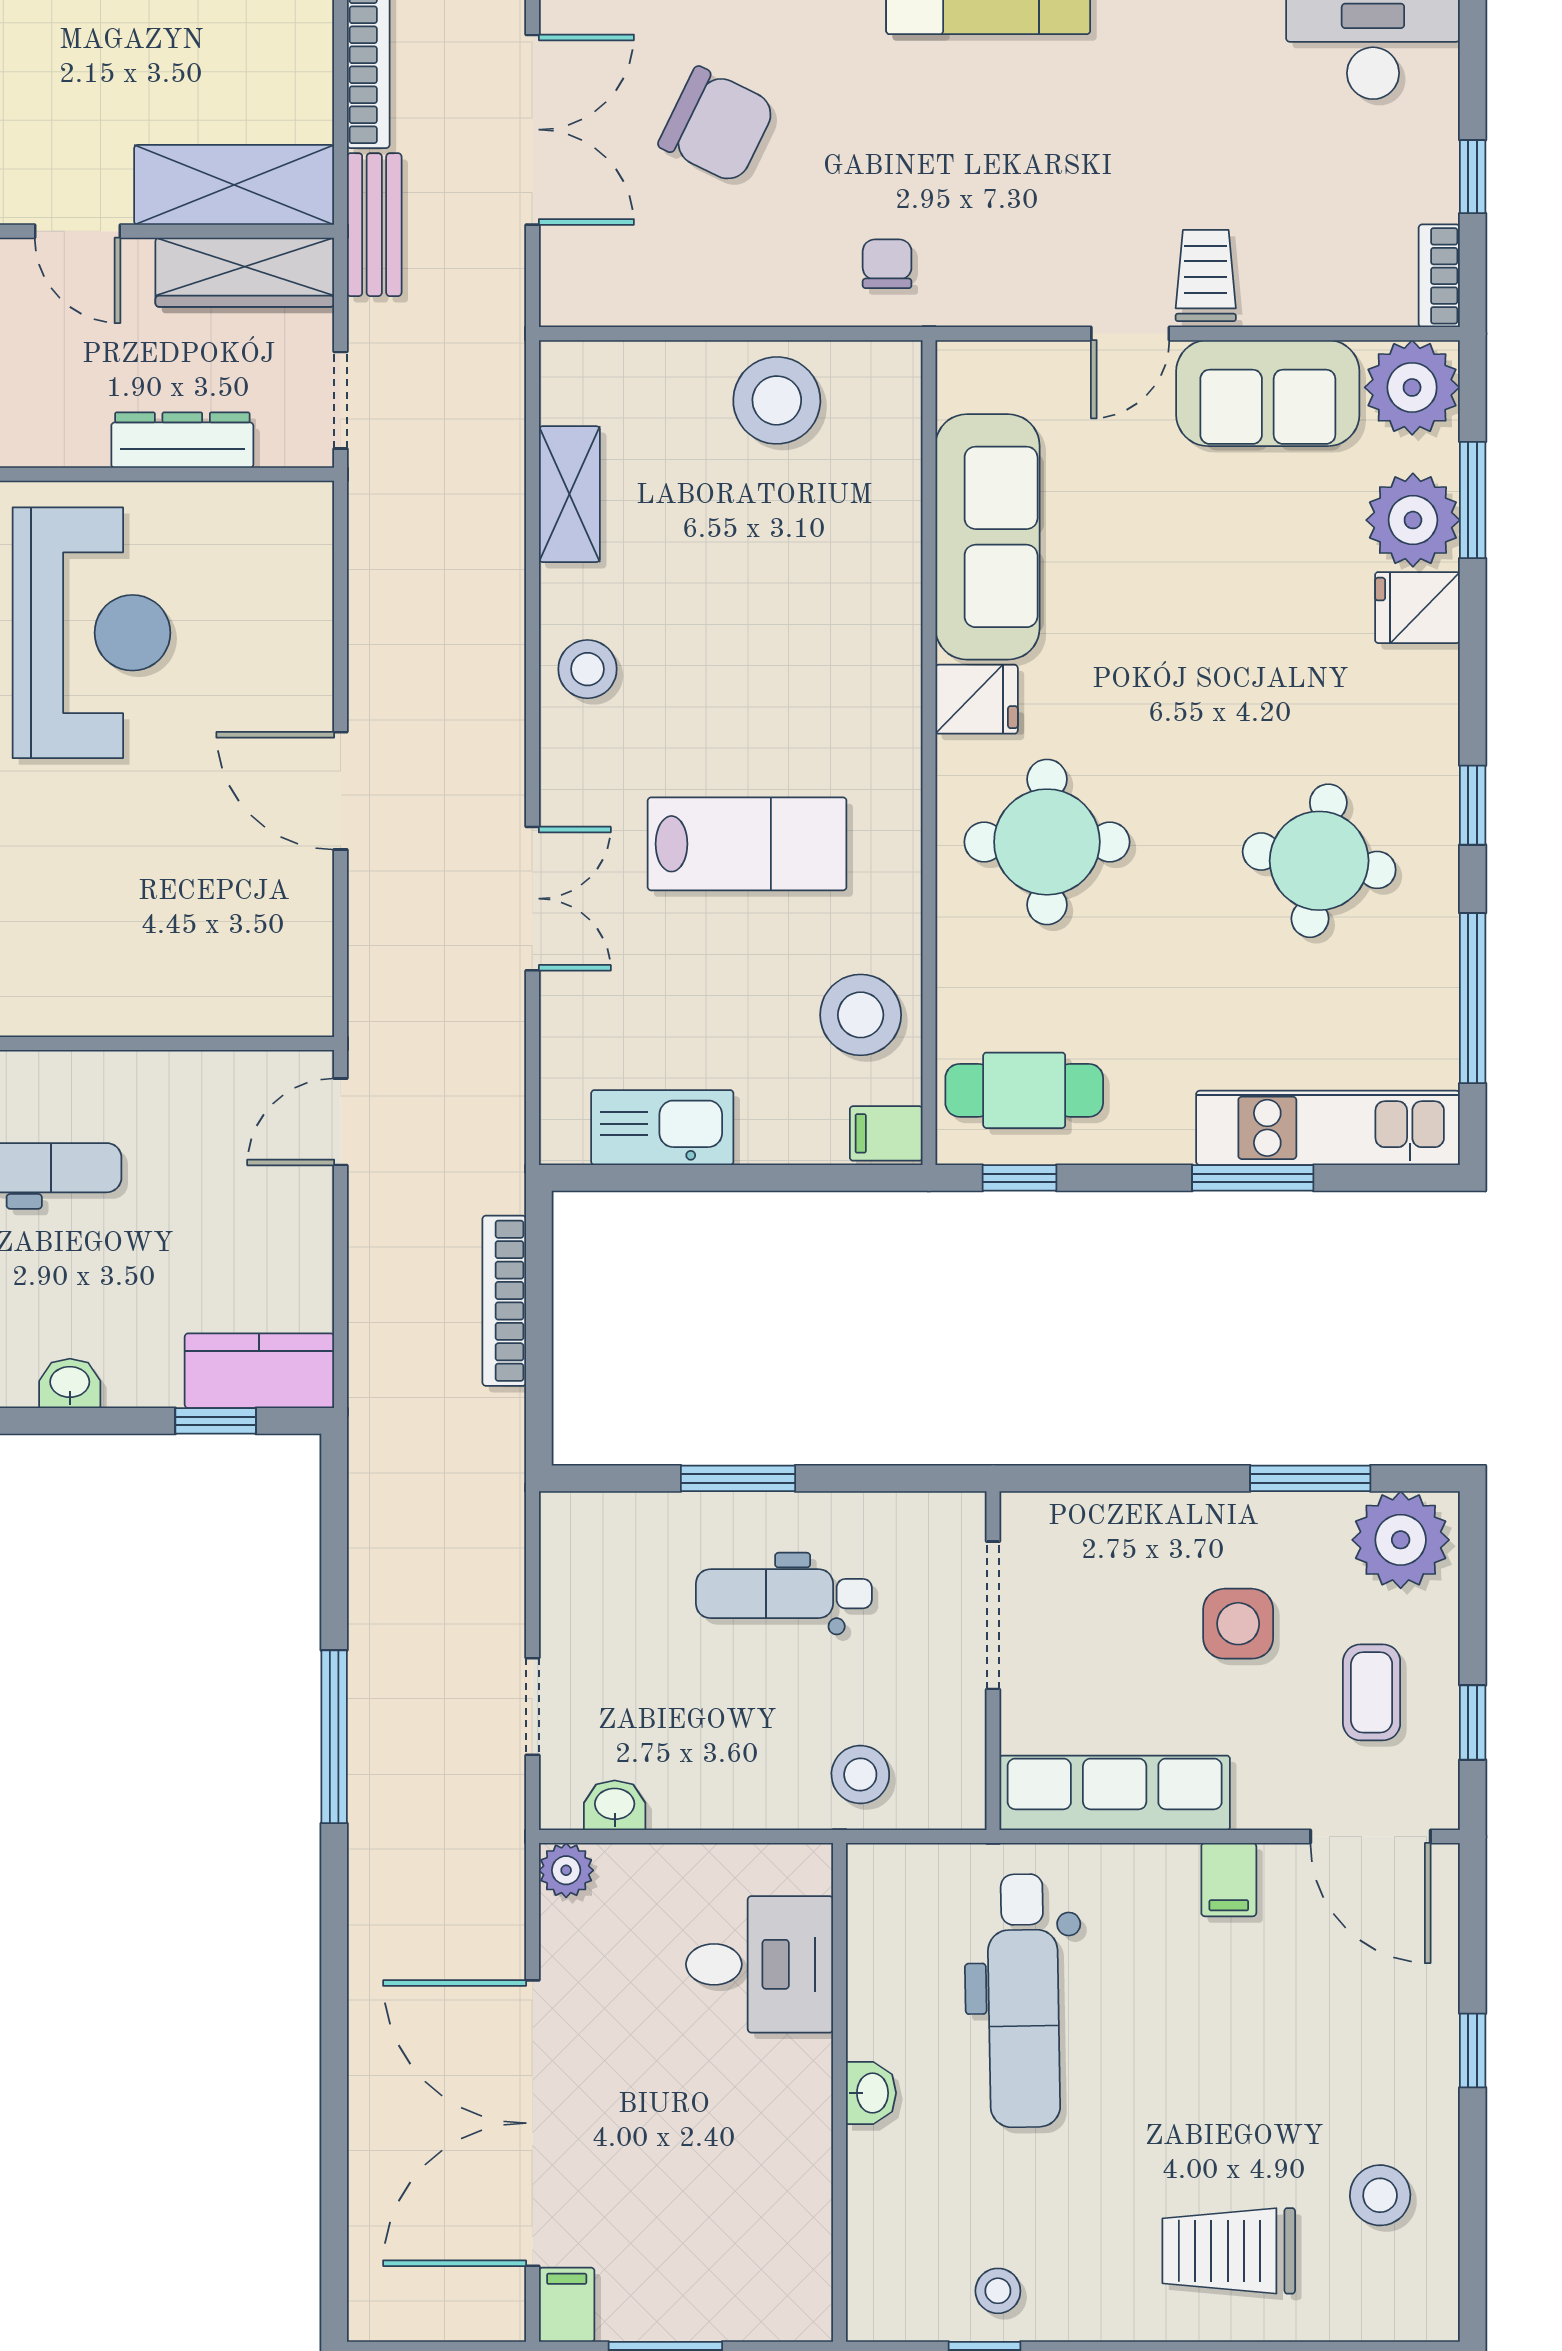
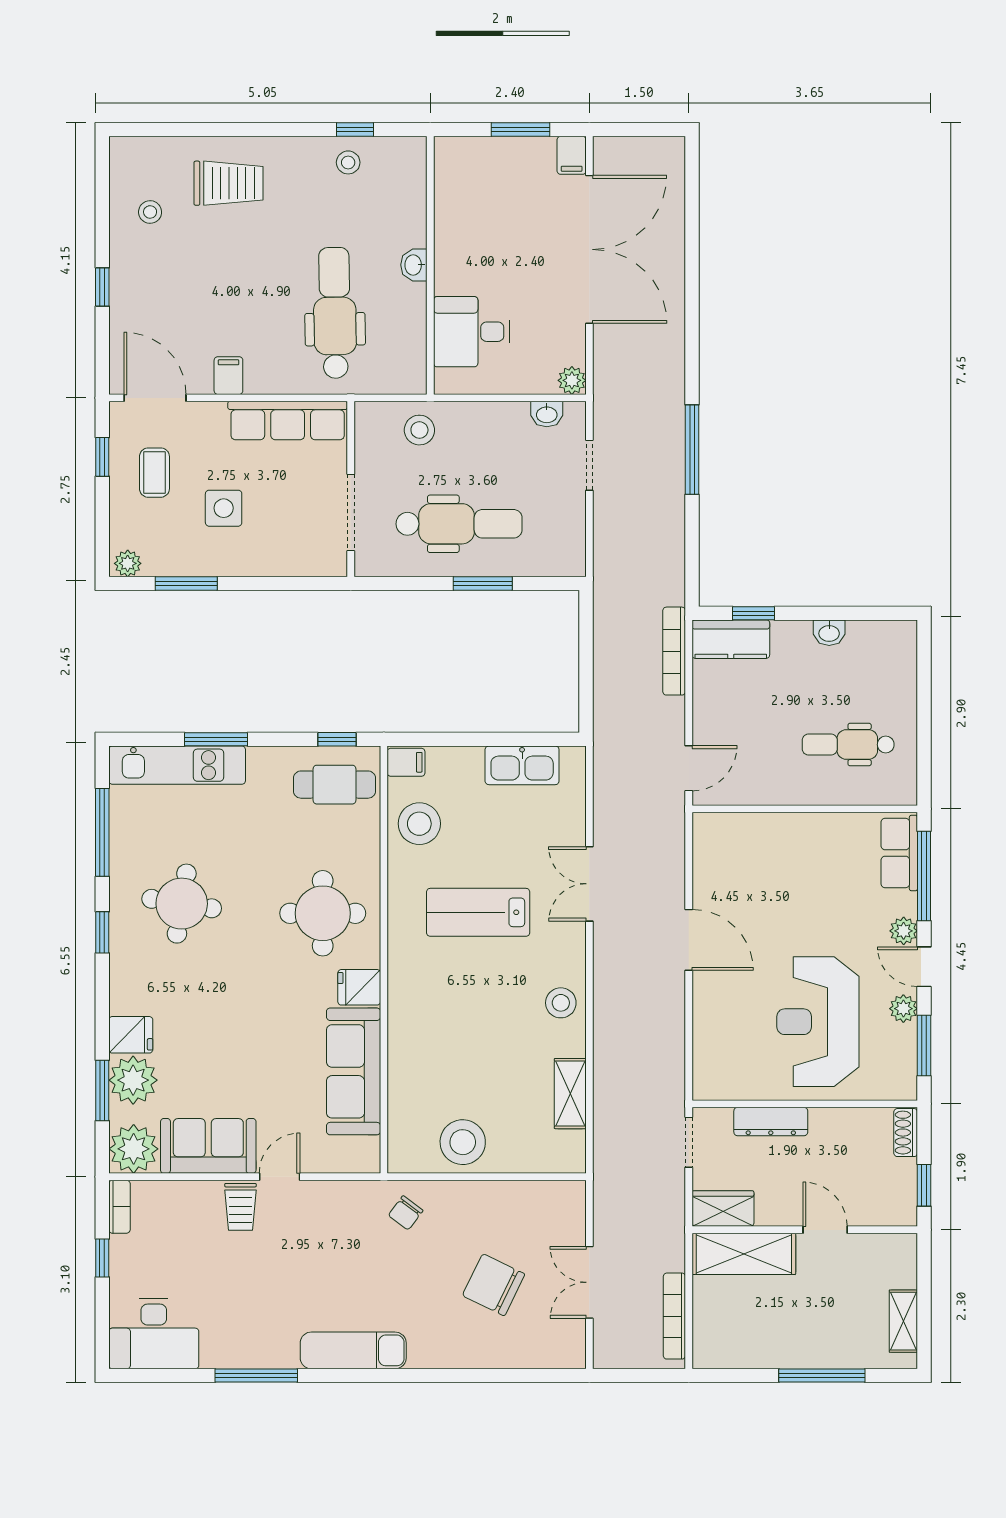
double door: (532, 130) -> (589, 1282), width x0.73
bench: (374, 225) -> (671, 1233), removed
chair: (887, 264) -> (406, 1213), turned 37
wardrobe: (245, 272) -> (723, 1209), width x0.67
bookcase: (504, 1301) -> (674, 651), moved, turned 180
plant: (1401, 1540) -> (128, 563), width x0.53, depth x0.53
dental chair: (784, 1594) -> (459, 524), width x1.36, depth x1.38
stool: (1380, 2195) -> (150, 212), width x0.73, depth x0.73

